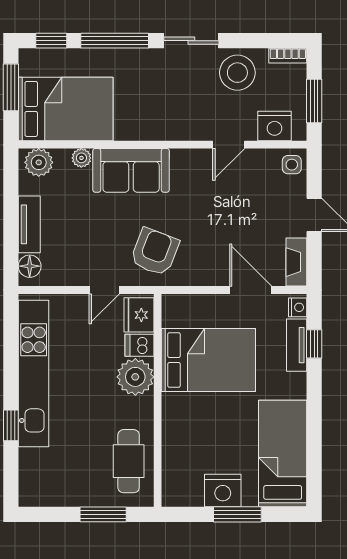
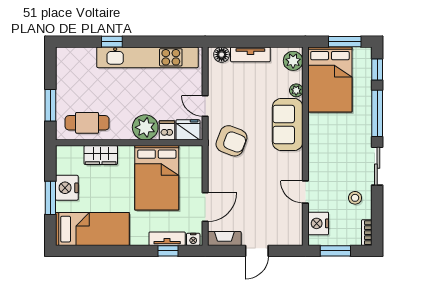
stool: (237, 73) -> (355, 198), width x0.53, depth x0.53
side table: (292, 165) -> (292, 235), removed
wardrobe: (175, 441) -> (101, 155), added

